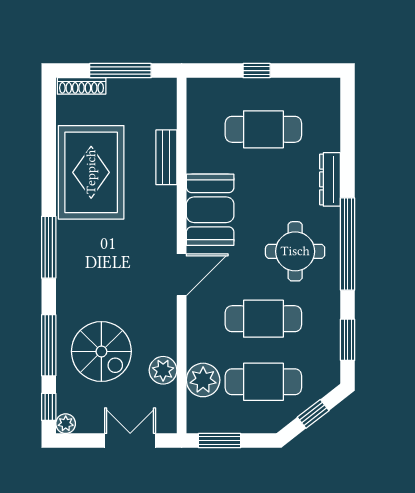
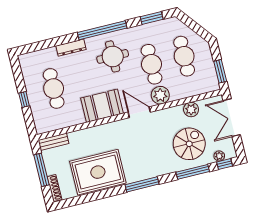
bench: (166, 157) -> (53, 142), moved
plant: (203, 380) -> (160, 95), moved
window: (313, 414) -> (194, 26), removed
plant: (66, 424) -> (219, 156), moved
double door: (130, 441) -> (232, 118), width x1.37

